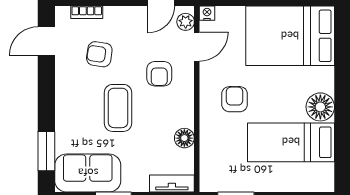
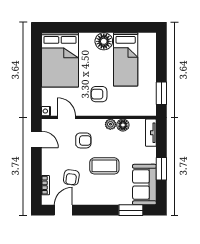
plant: (186, 22) -> (110, 124), moved
door: (46, 41) -> (63, 210), swing flipped

